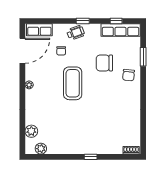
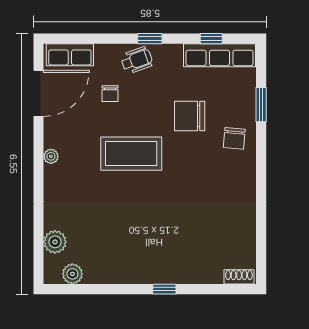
coffee table: (73, 83) -> (131, 154), turned 90

